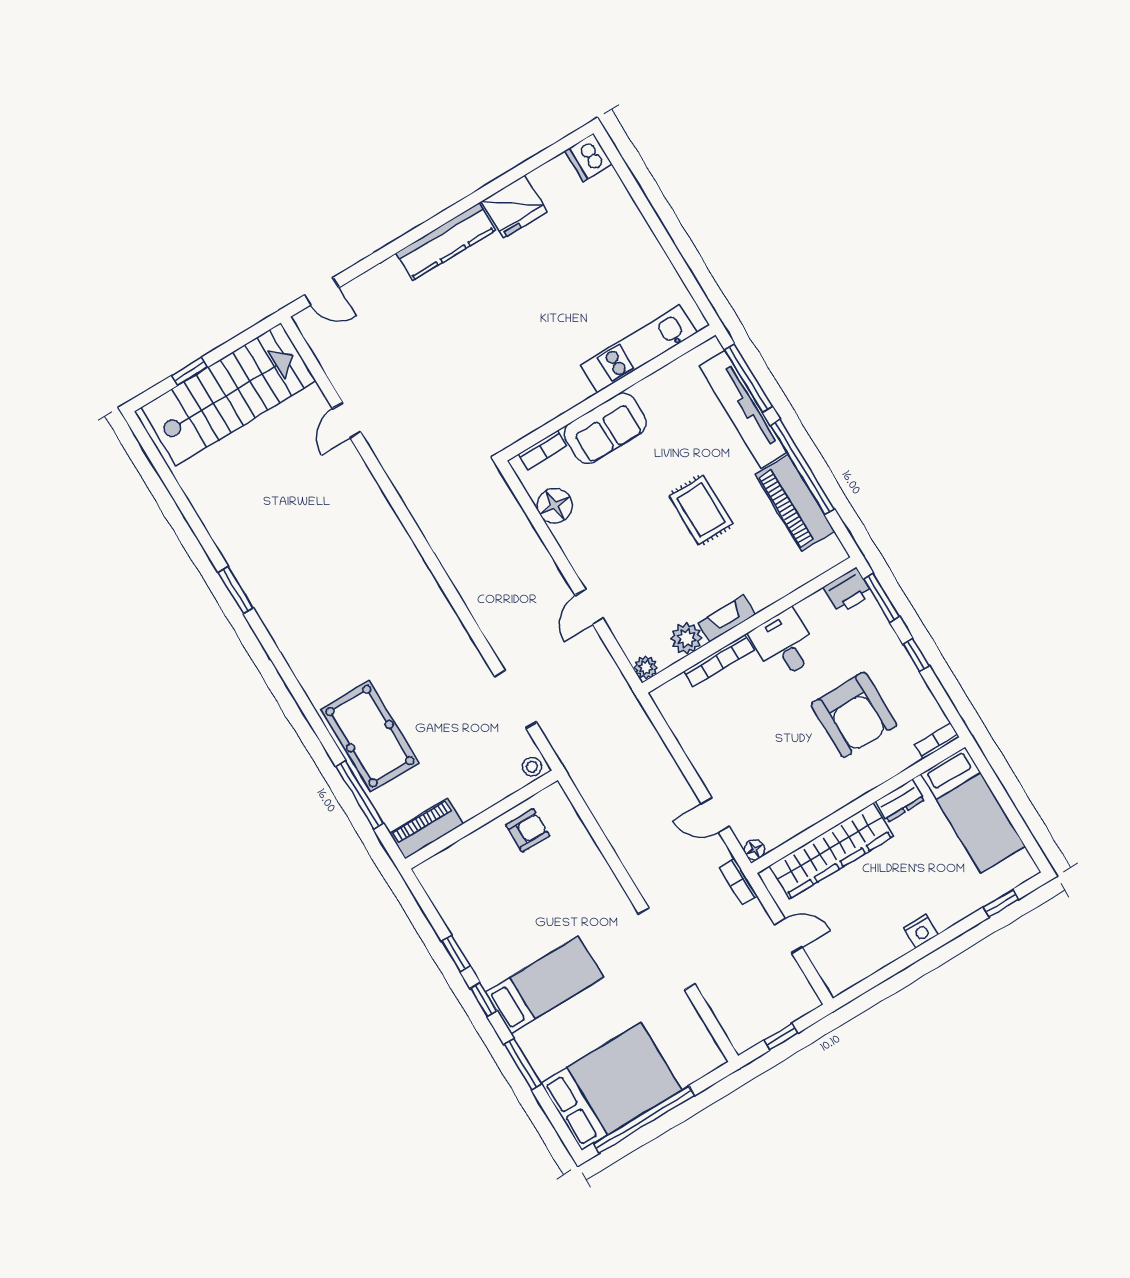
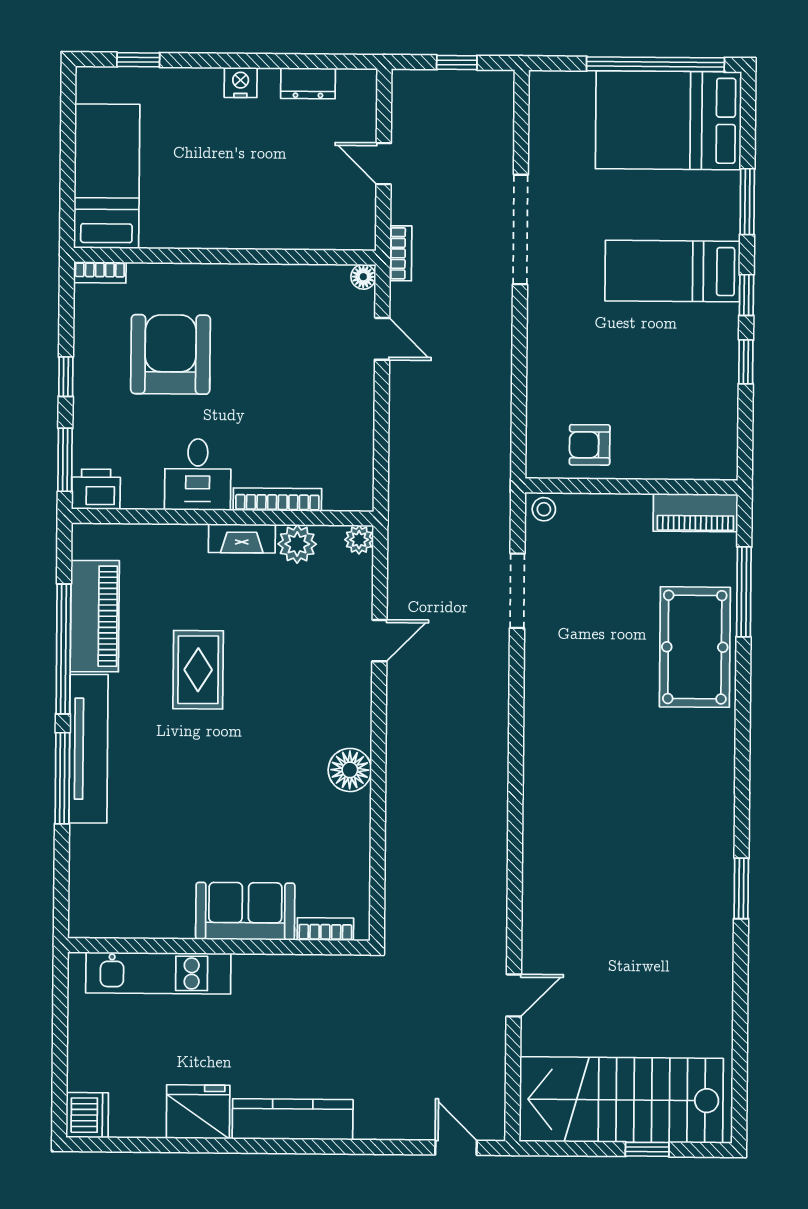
kitchen unit: (639, 349) -> (158, 973), moved
wall: (608, 393) -> (219, 946), moved
sofa: (605, 428) -> (245, 911), moved
bookcase: (543, 450) -> (325, 929), moved
dresser: (900, 801) -> (308, 83), moved, turned 180
wardrobe: (831, 851) -> (283, 225), removed

